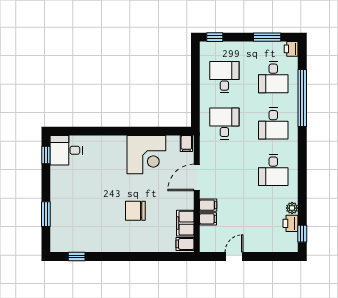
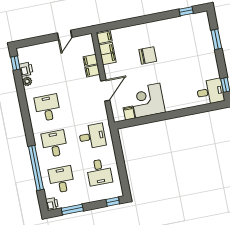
desk: (224, 124) -> (92, 136), turned -90
filing cabinet: (186, 144) -> (129, 113), moved

